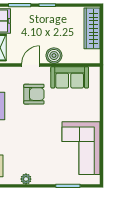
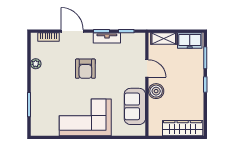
armchair: (34, 94) -> (85, 69), moved
corner sofa: (81, 148) -> (85, 117), moved

